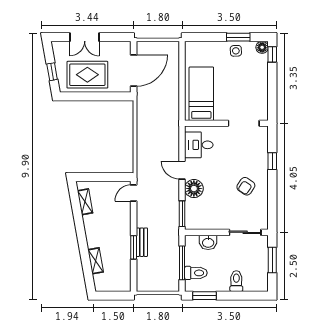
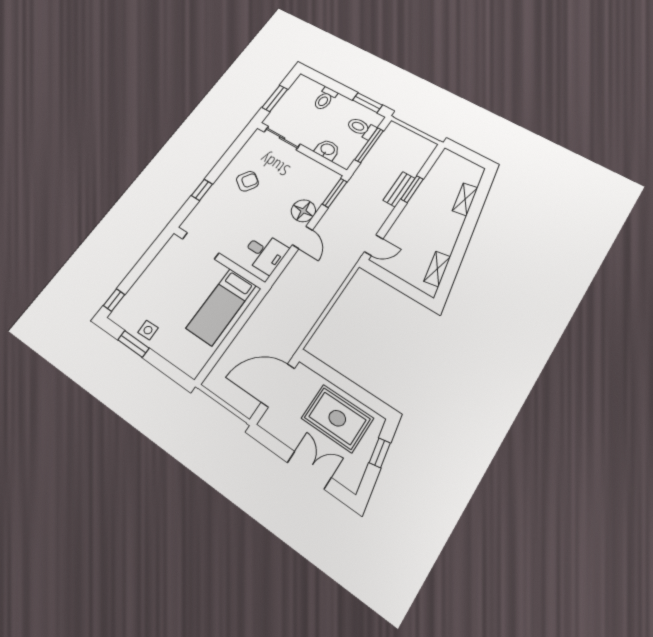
floor lamp: (262, 47) -> (118, 315), removed

